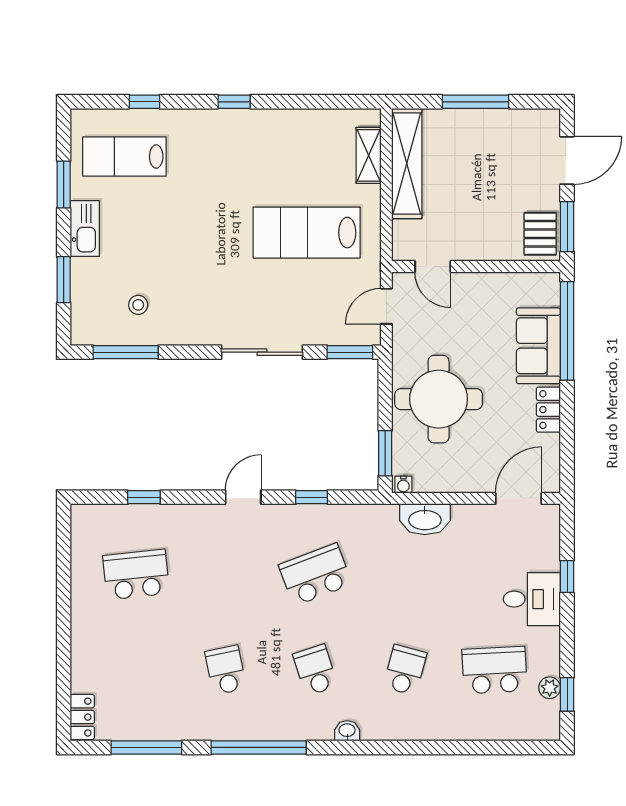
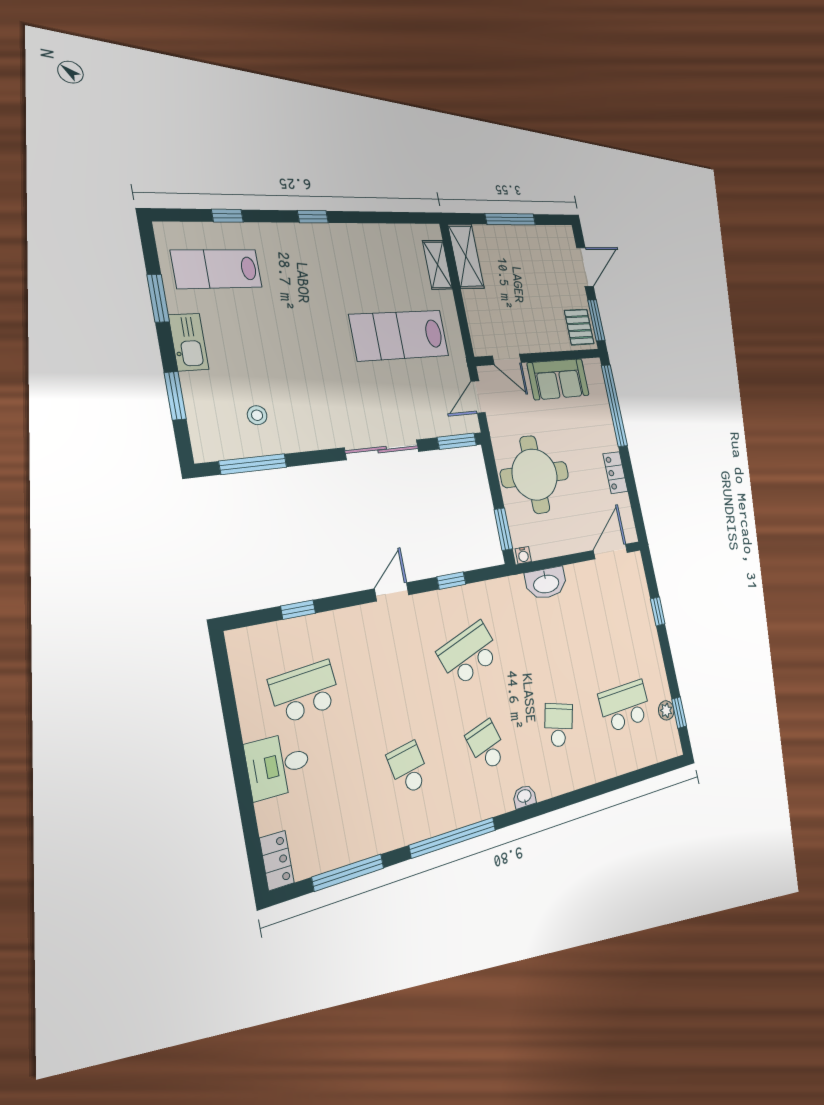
shelving: (407, 163) -> (466, 256), width x0.68
sofa: (538, 346) -> (558, 379), moved, turned -90
desk: (532, 599) -> (278, 765), moved, turned 180

